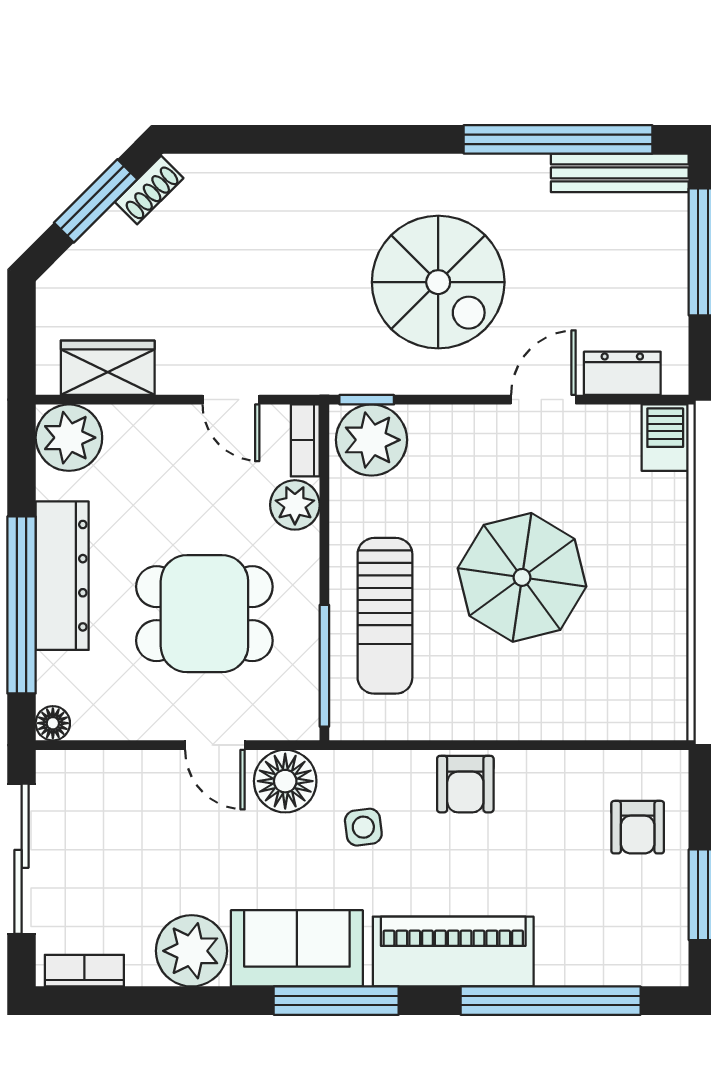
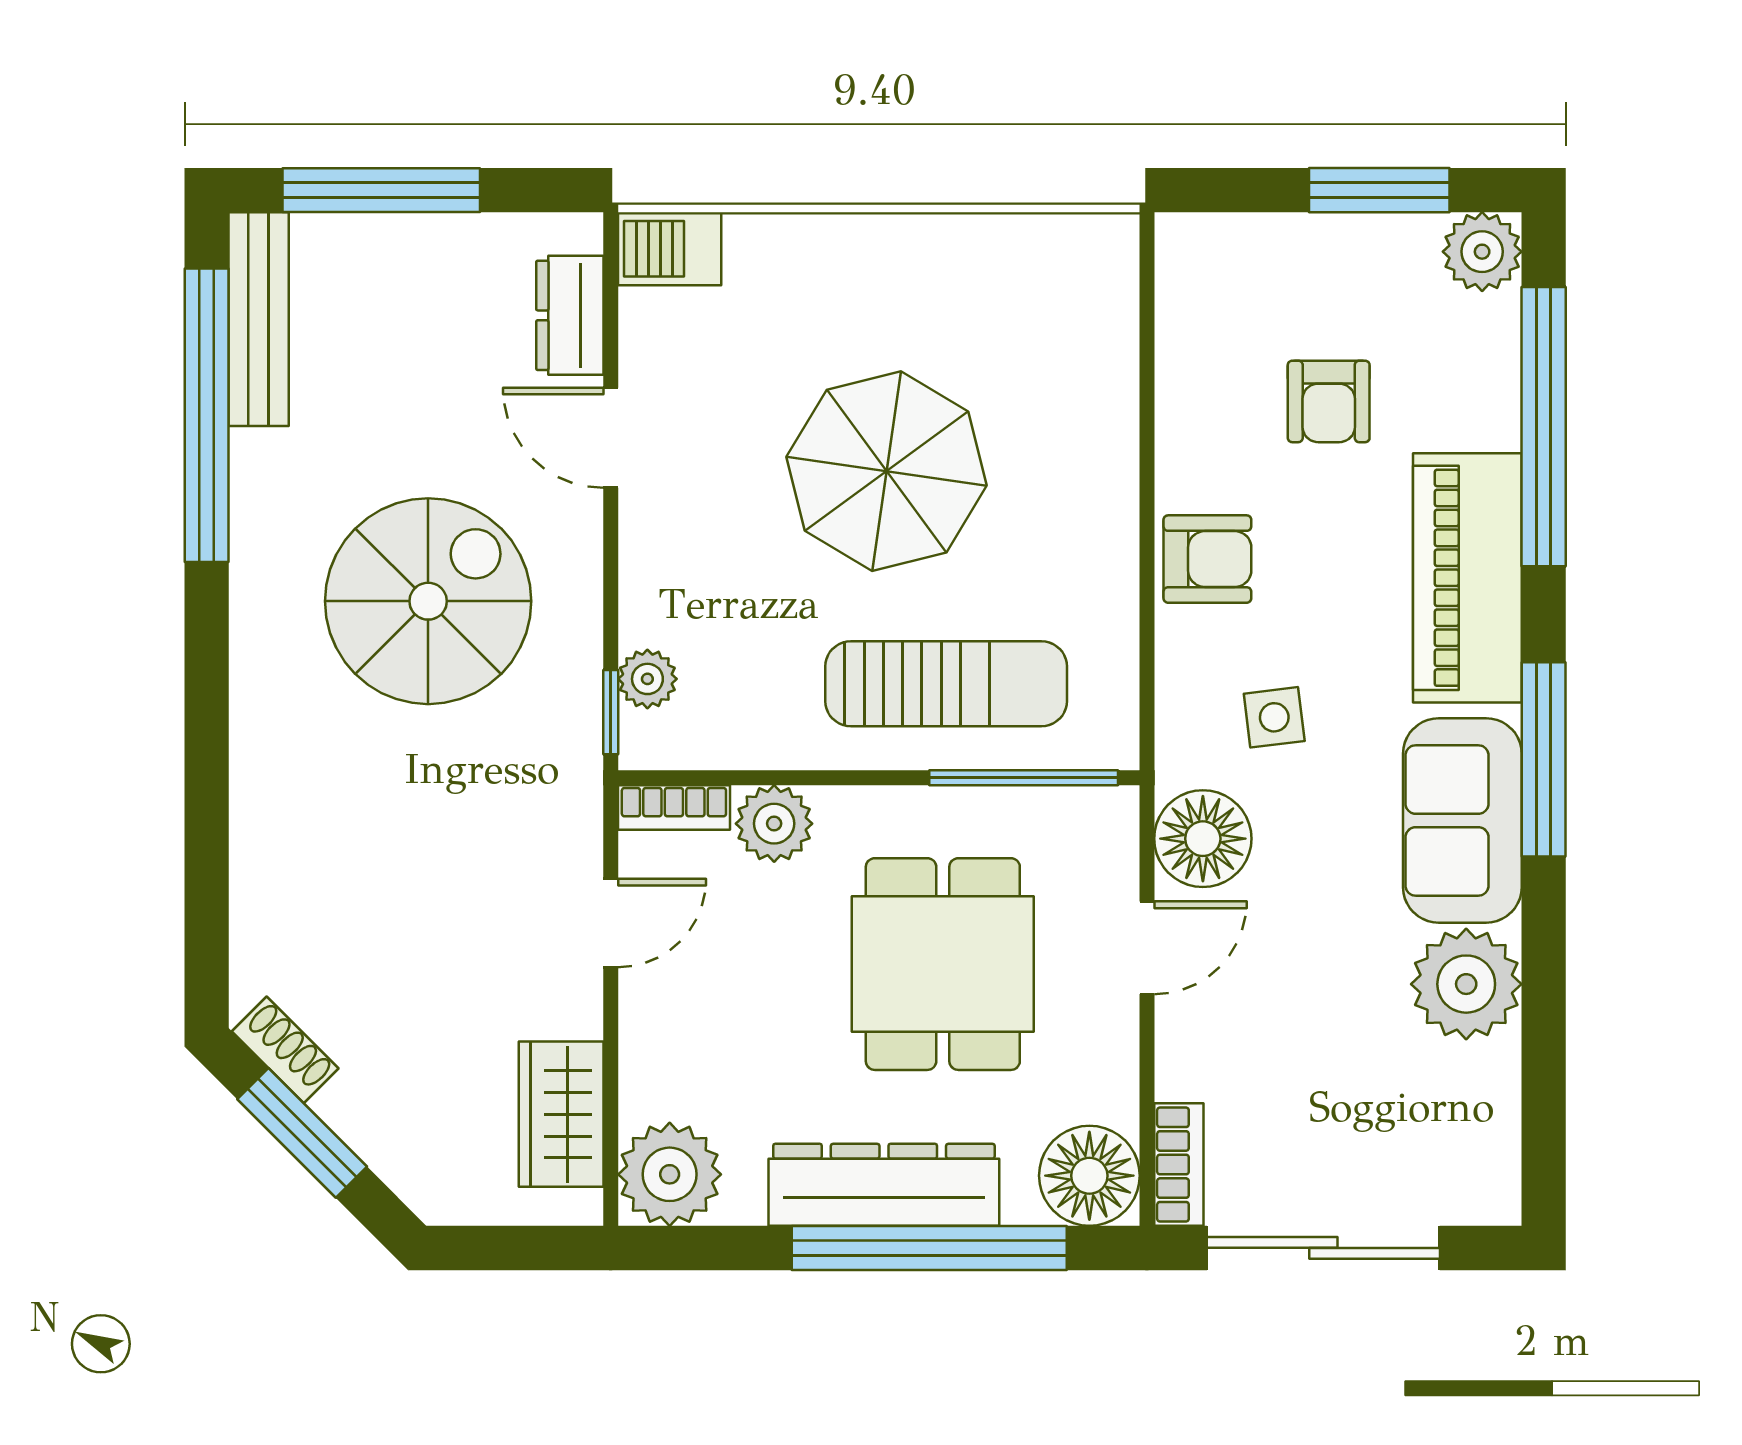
plant: (371, 440) -> (647, 679), width x0.53, depth x0.53
floor lamp: (53, 723) -> (1089, 1176), width x1.89, depth x1.89
armchair: (638, 827) -> (1329, 401), moved, turned 90
plant: (663, 961) -> (1482, 252), added
bookcase: (84, 971) -> (1179, 1165), moved, turned 180

